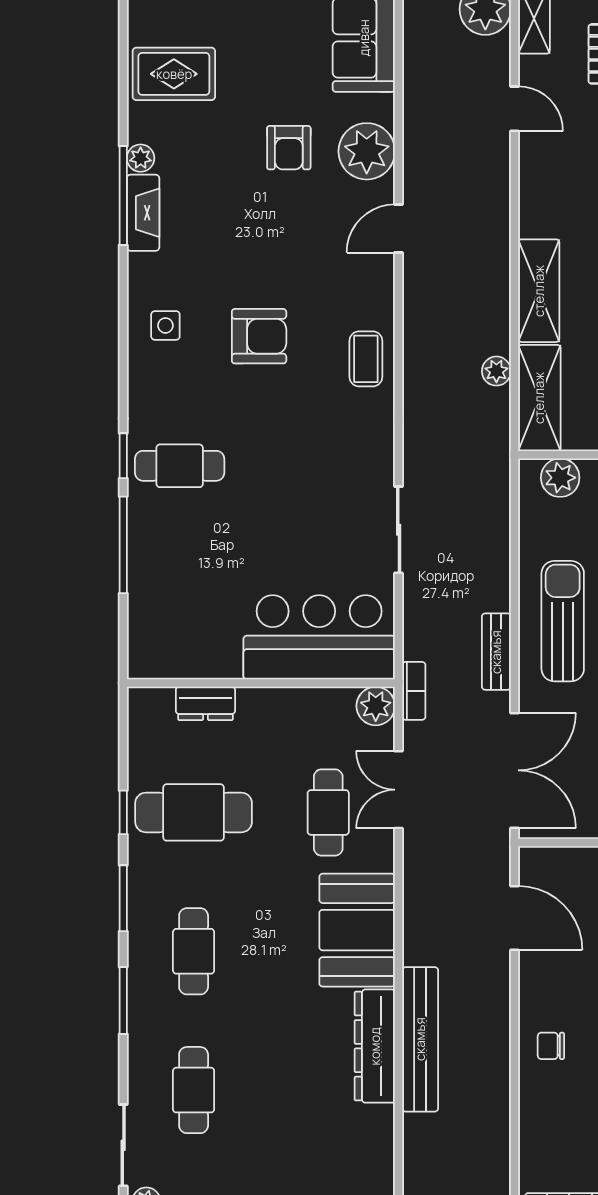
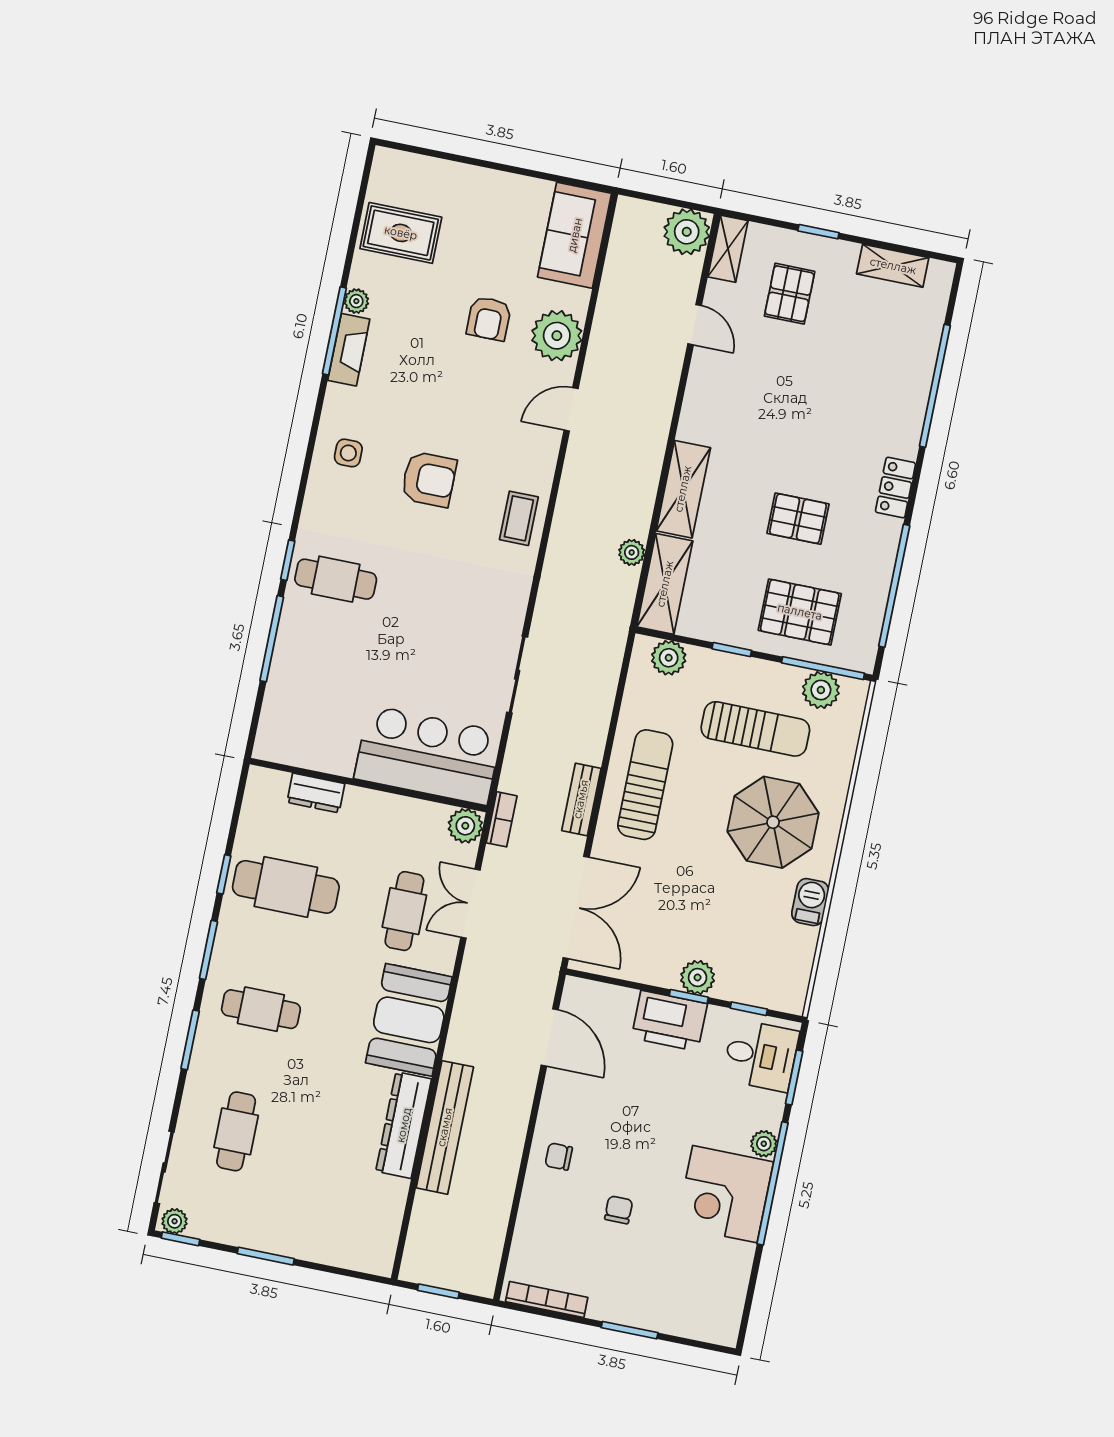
cafe table: (194, 951) -> (261, 1009), turned 90

